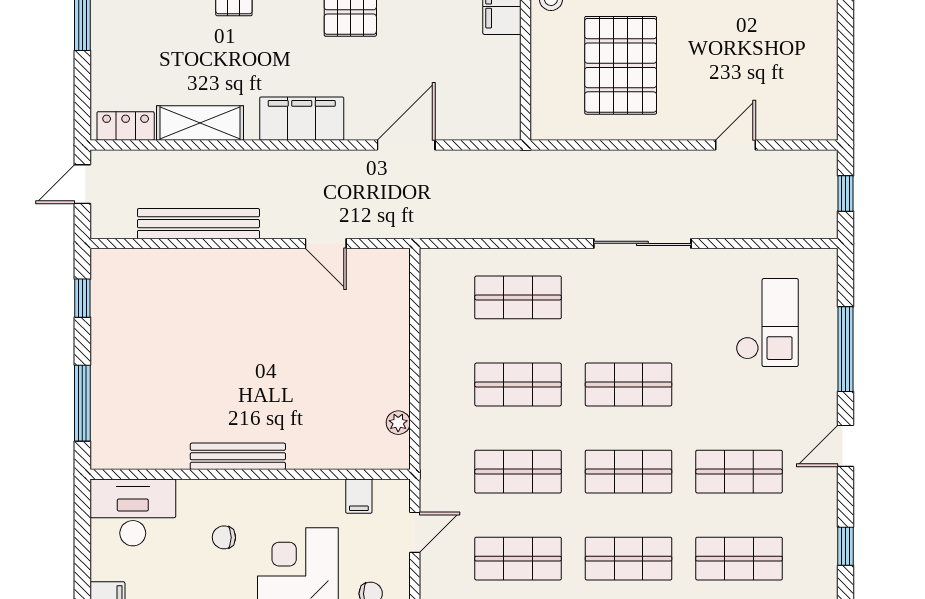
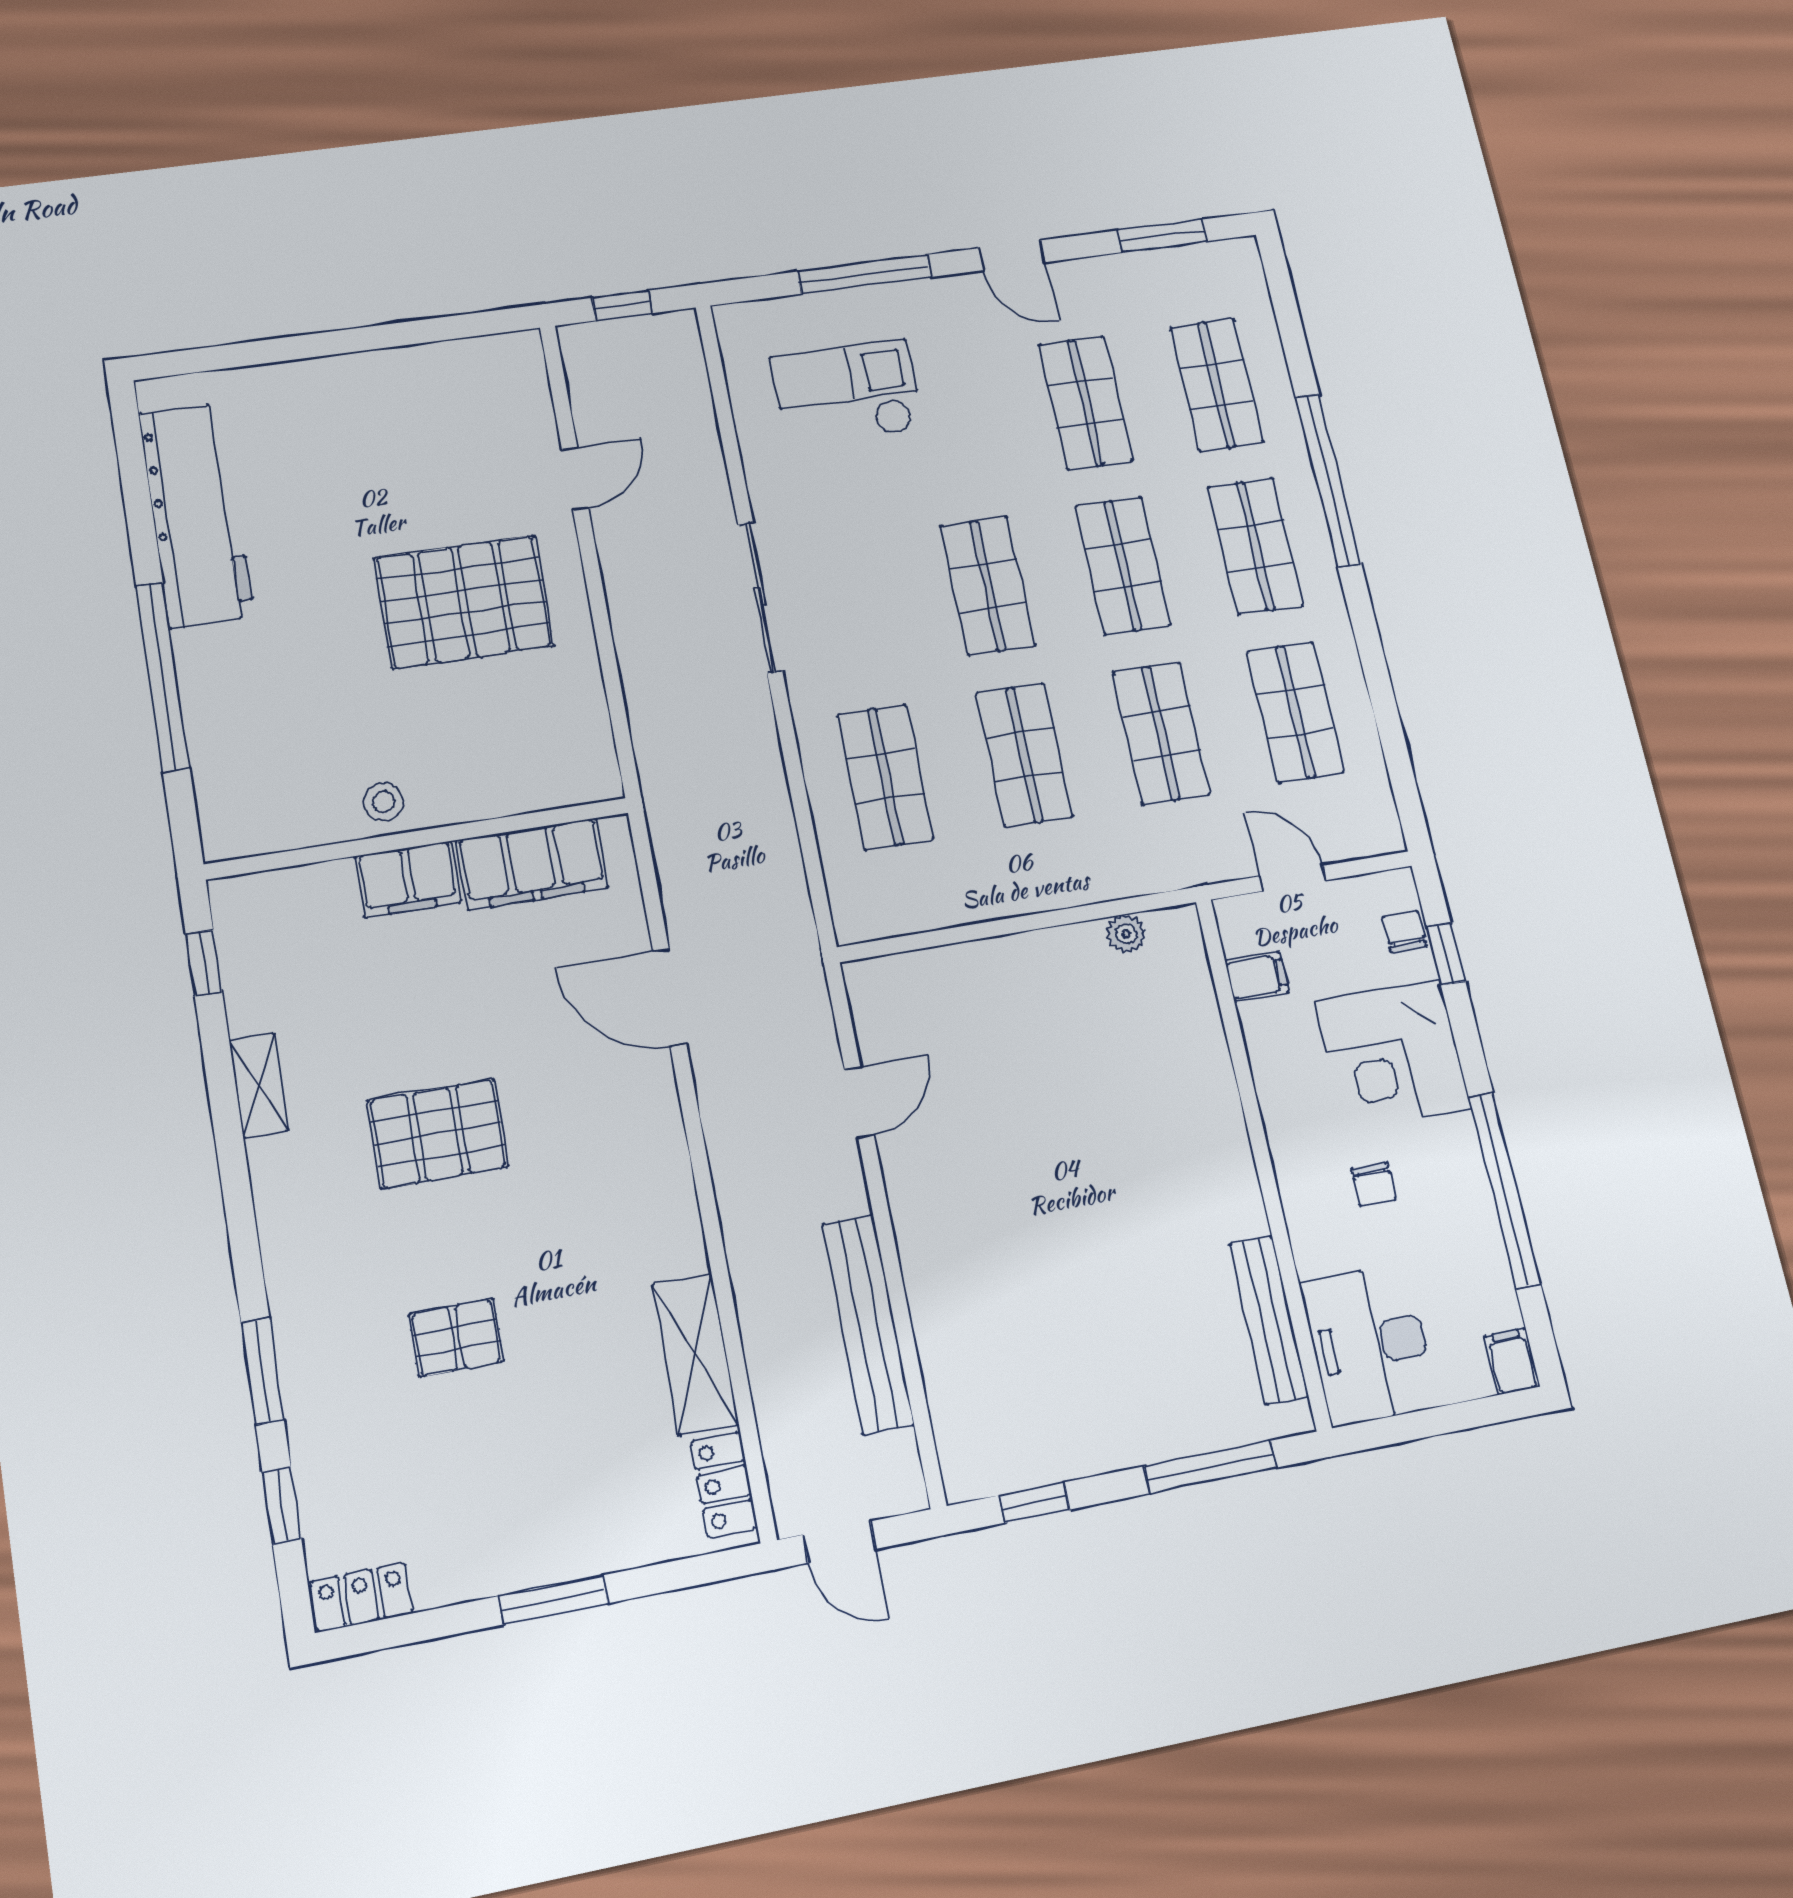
pallet: (621, 65) -> (464, 602), moved
filing cabinet: (302, 119) -> (532, 864), moved, turned -90
door: (736, 145) -> (575, 479), swing flipped
bench: (238, 456) -> (1269, 1320), moved
window: (845, 546) -> (1162, 236), width x1.50

